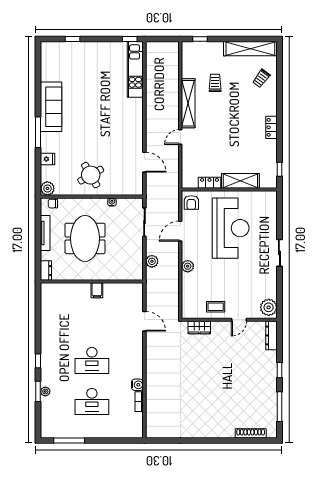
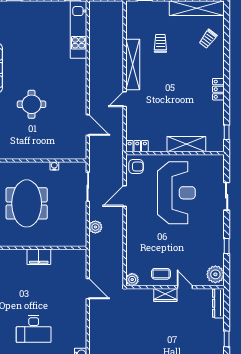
round table: (91, 175) -> (32, 104), moved, turned 30
locker: (209, 183) -> (137, 146), moved
armchair: (191, 203) -> (136, 166), turned -90
sliding door: (279, 253) -> (227, 196), moved
plant: (188, 266) -> (132, 280), moved
window: (279, 280) -> (227, 246), added
filing cabinet: (97, 290) -> (39, 257), width x2.00
door: (239, 320) -> (185, 287), swing flipped
wardrobe: (199, 327) -> (165, 295), moved

